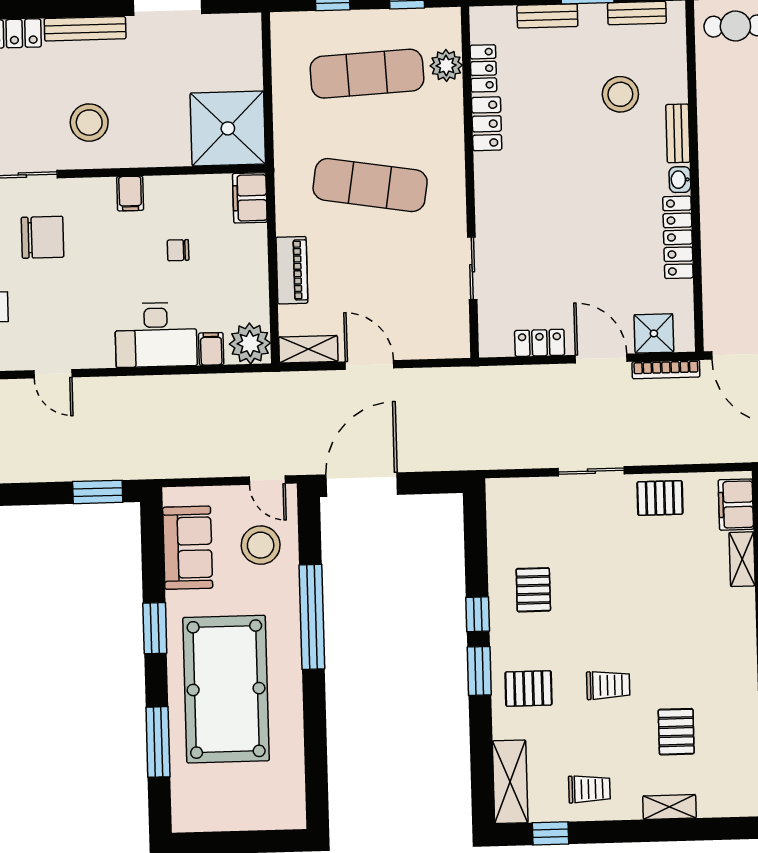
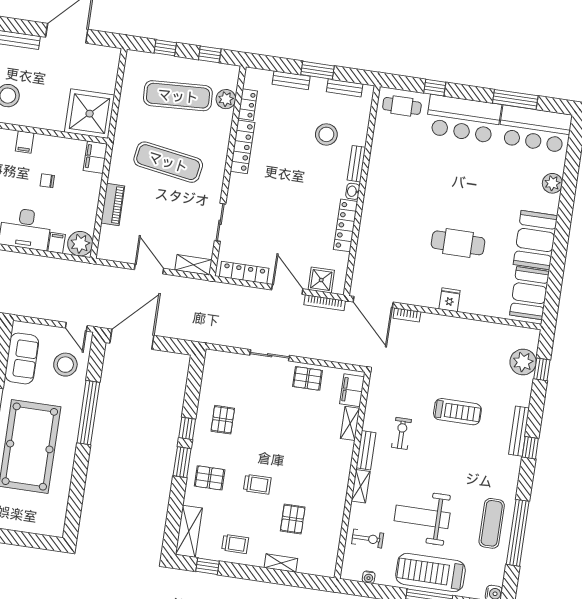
locker: (487, 124) -> (243, 147), width x1.53
locker: (540, 343) -> (244, 272), width x1.53
shelving: (308, 349) -> (193, 265), moved

